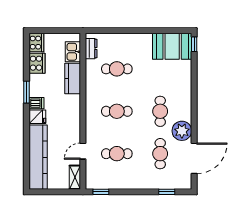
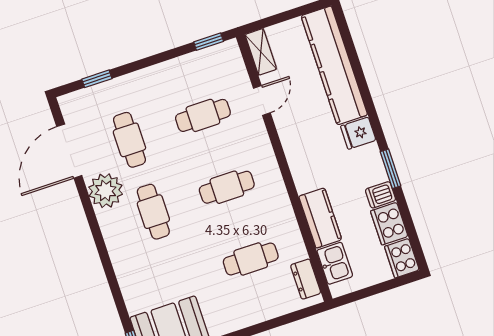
dishwasher: (36, 103) -> (381, 195), moved

